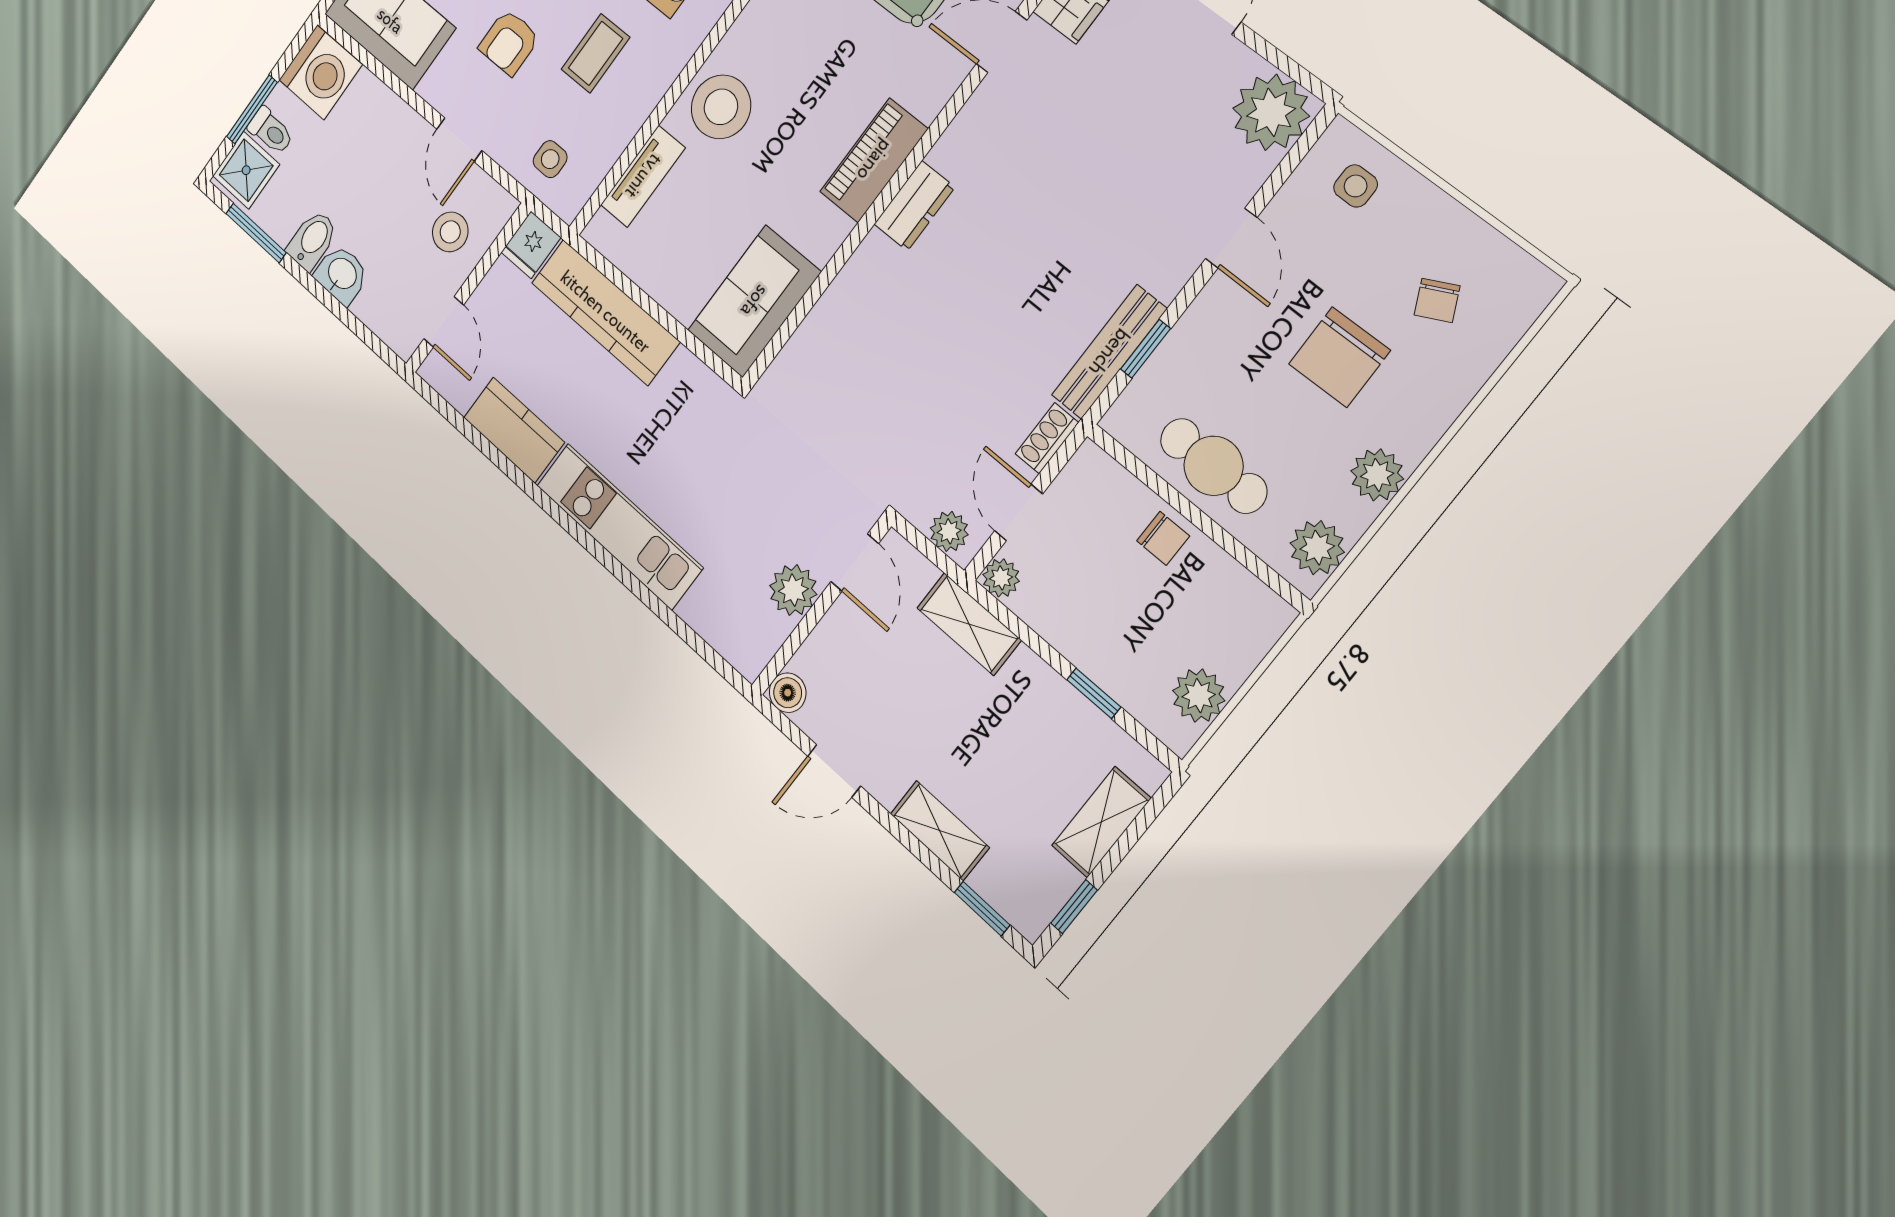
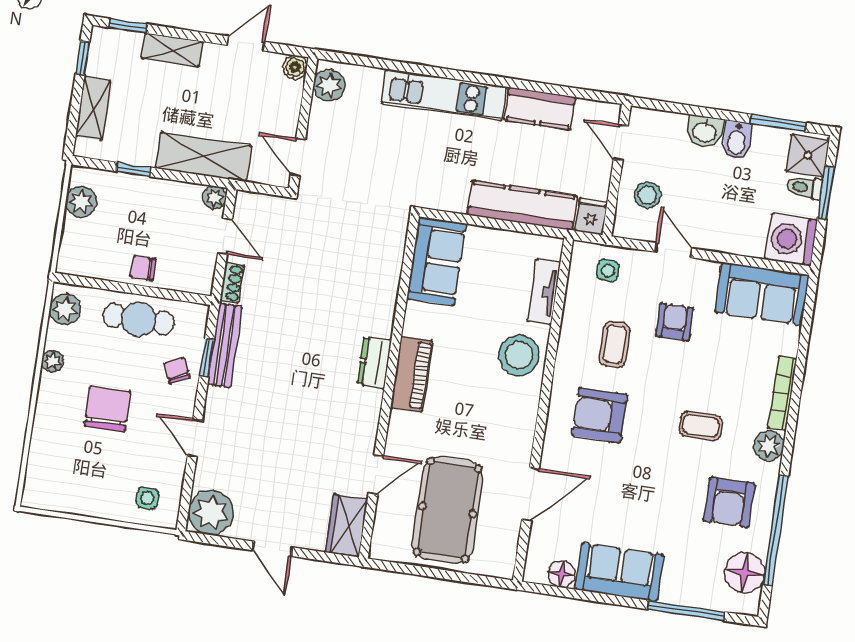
chair: (1437, 300) -> (177, 371), moved
plant: (1377, 475) -> (52, 361), width x0.73, depth x0.73
plant: (949, 531) -> (256, 204), removed
plant: (793, 590) -> (329, 85), moved
shelving: (969, 624) -> (204, 157), width x1.50, depth x1.33

